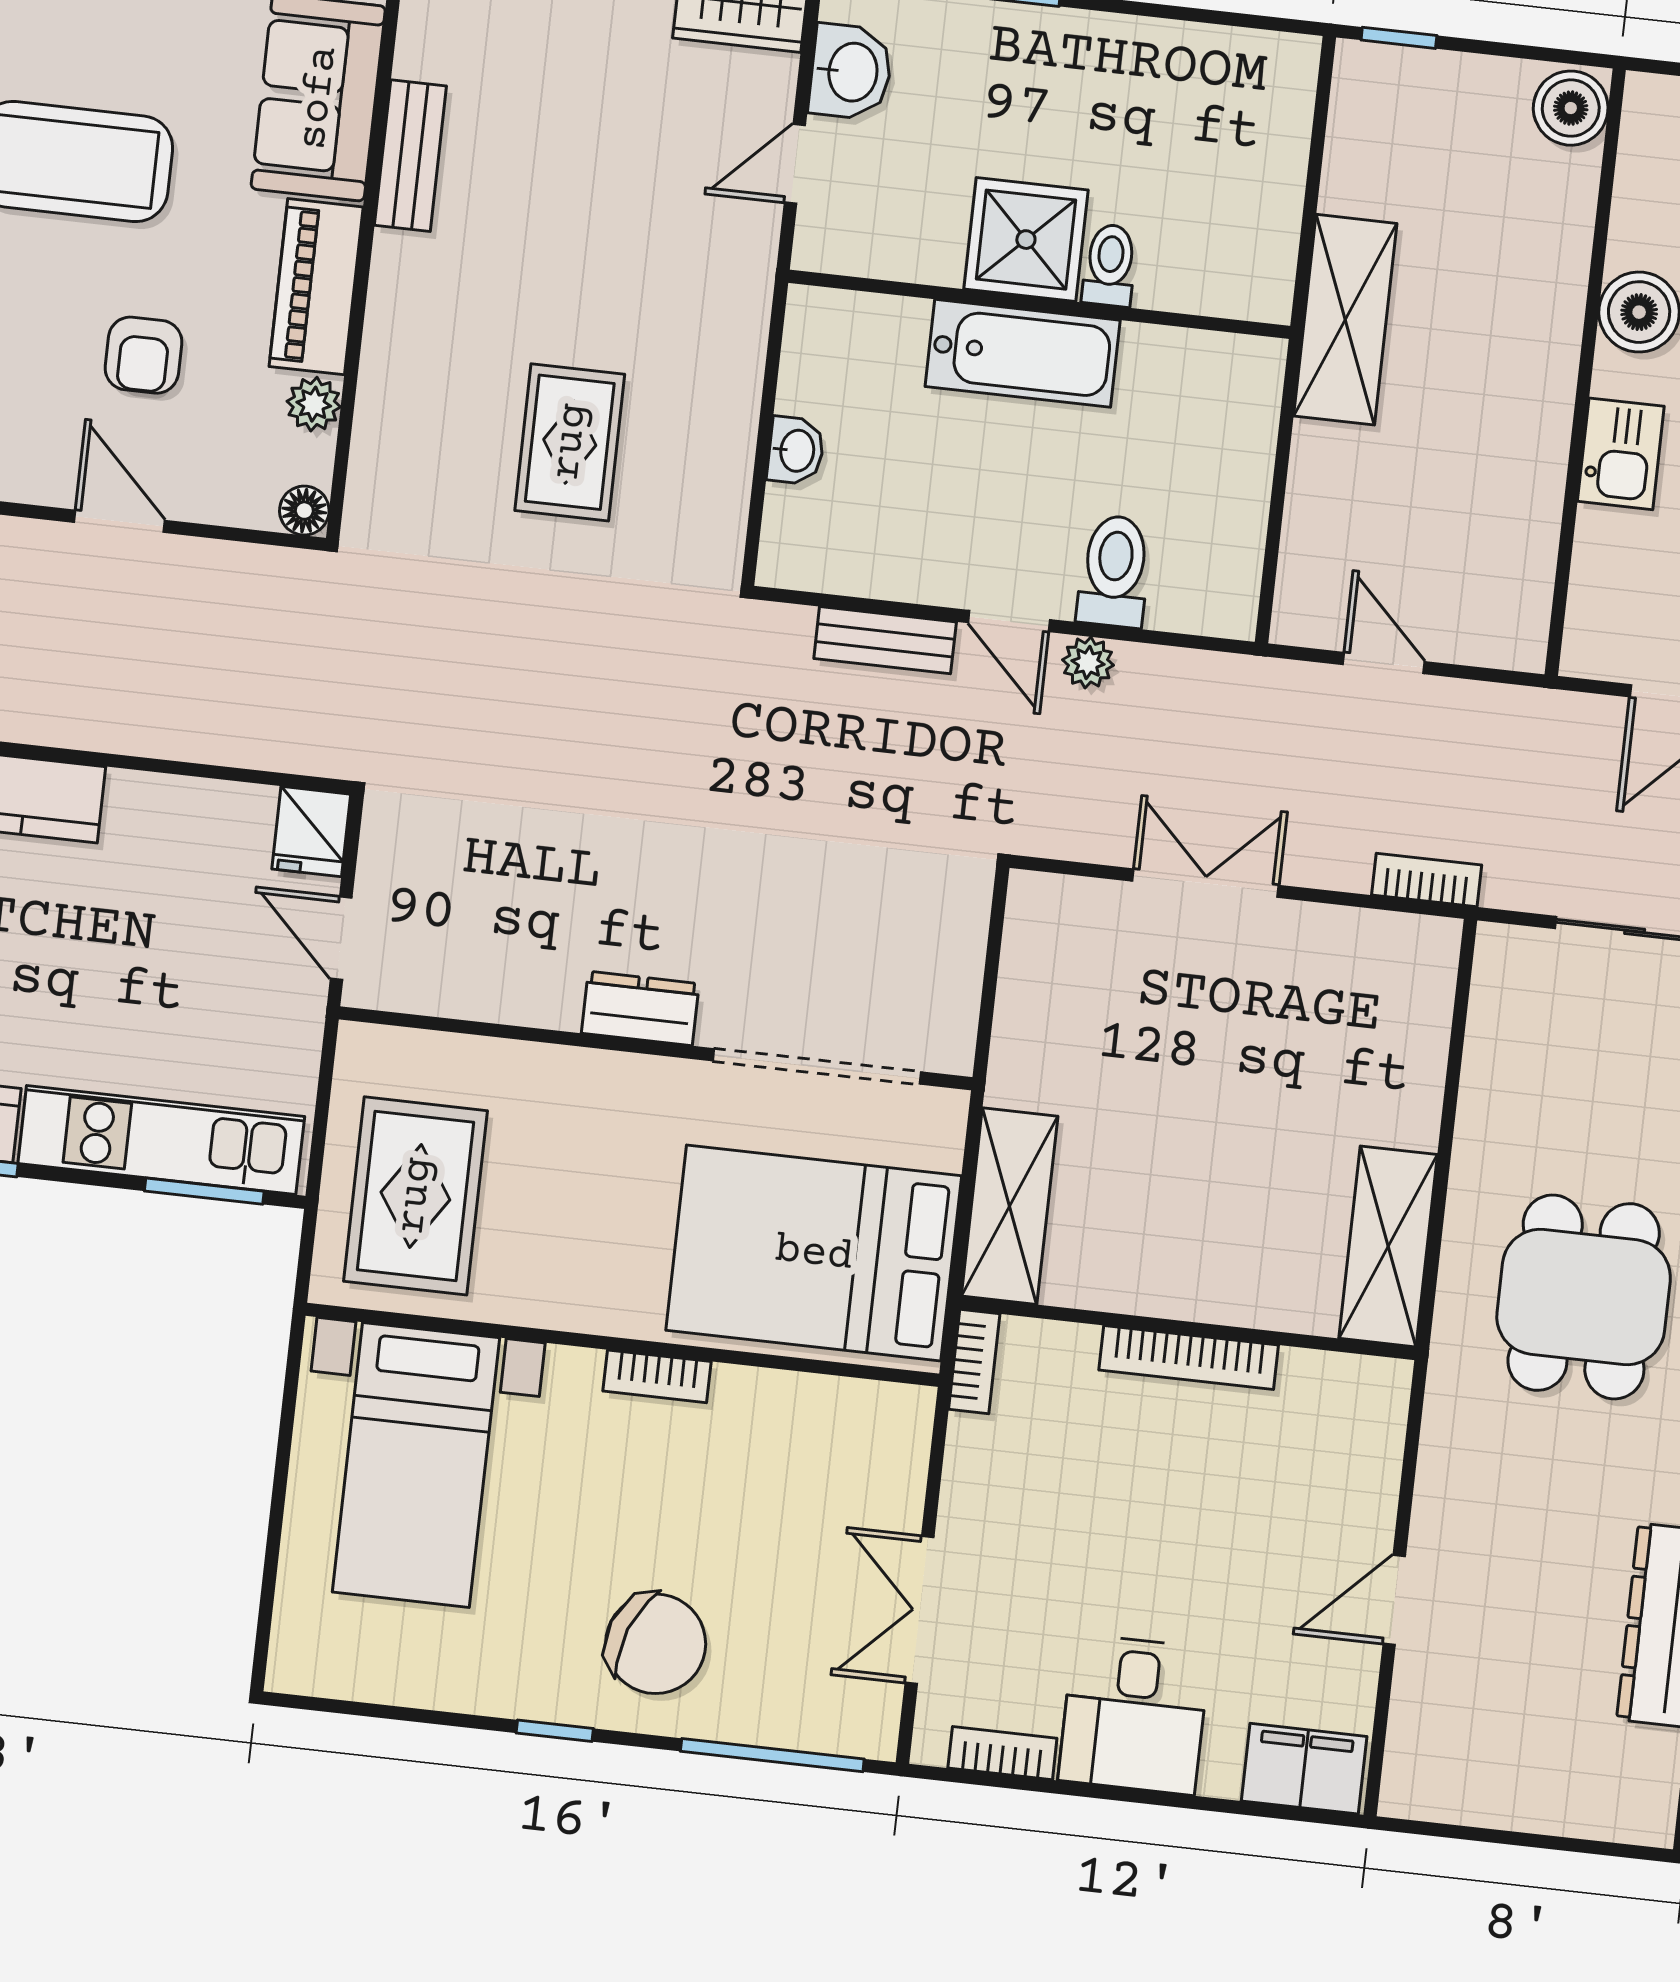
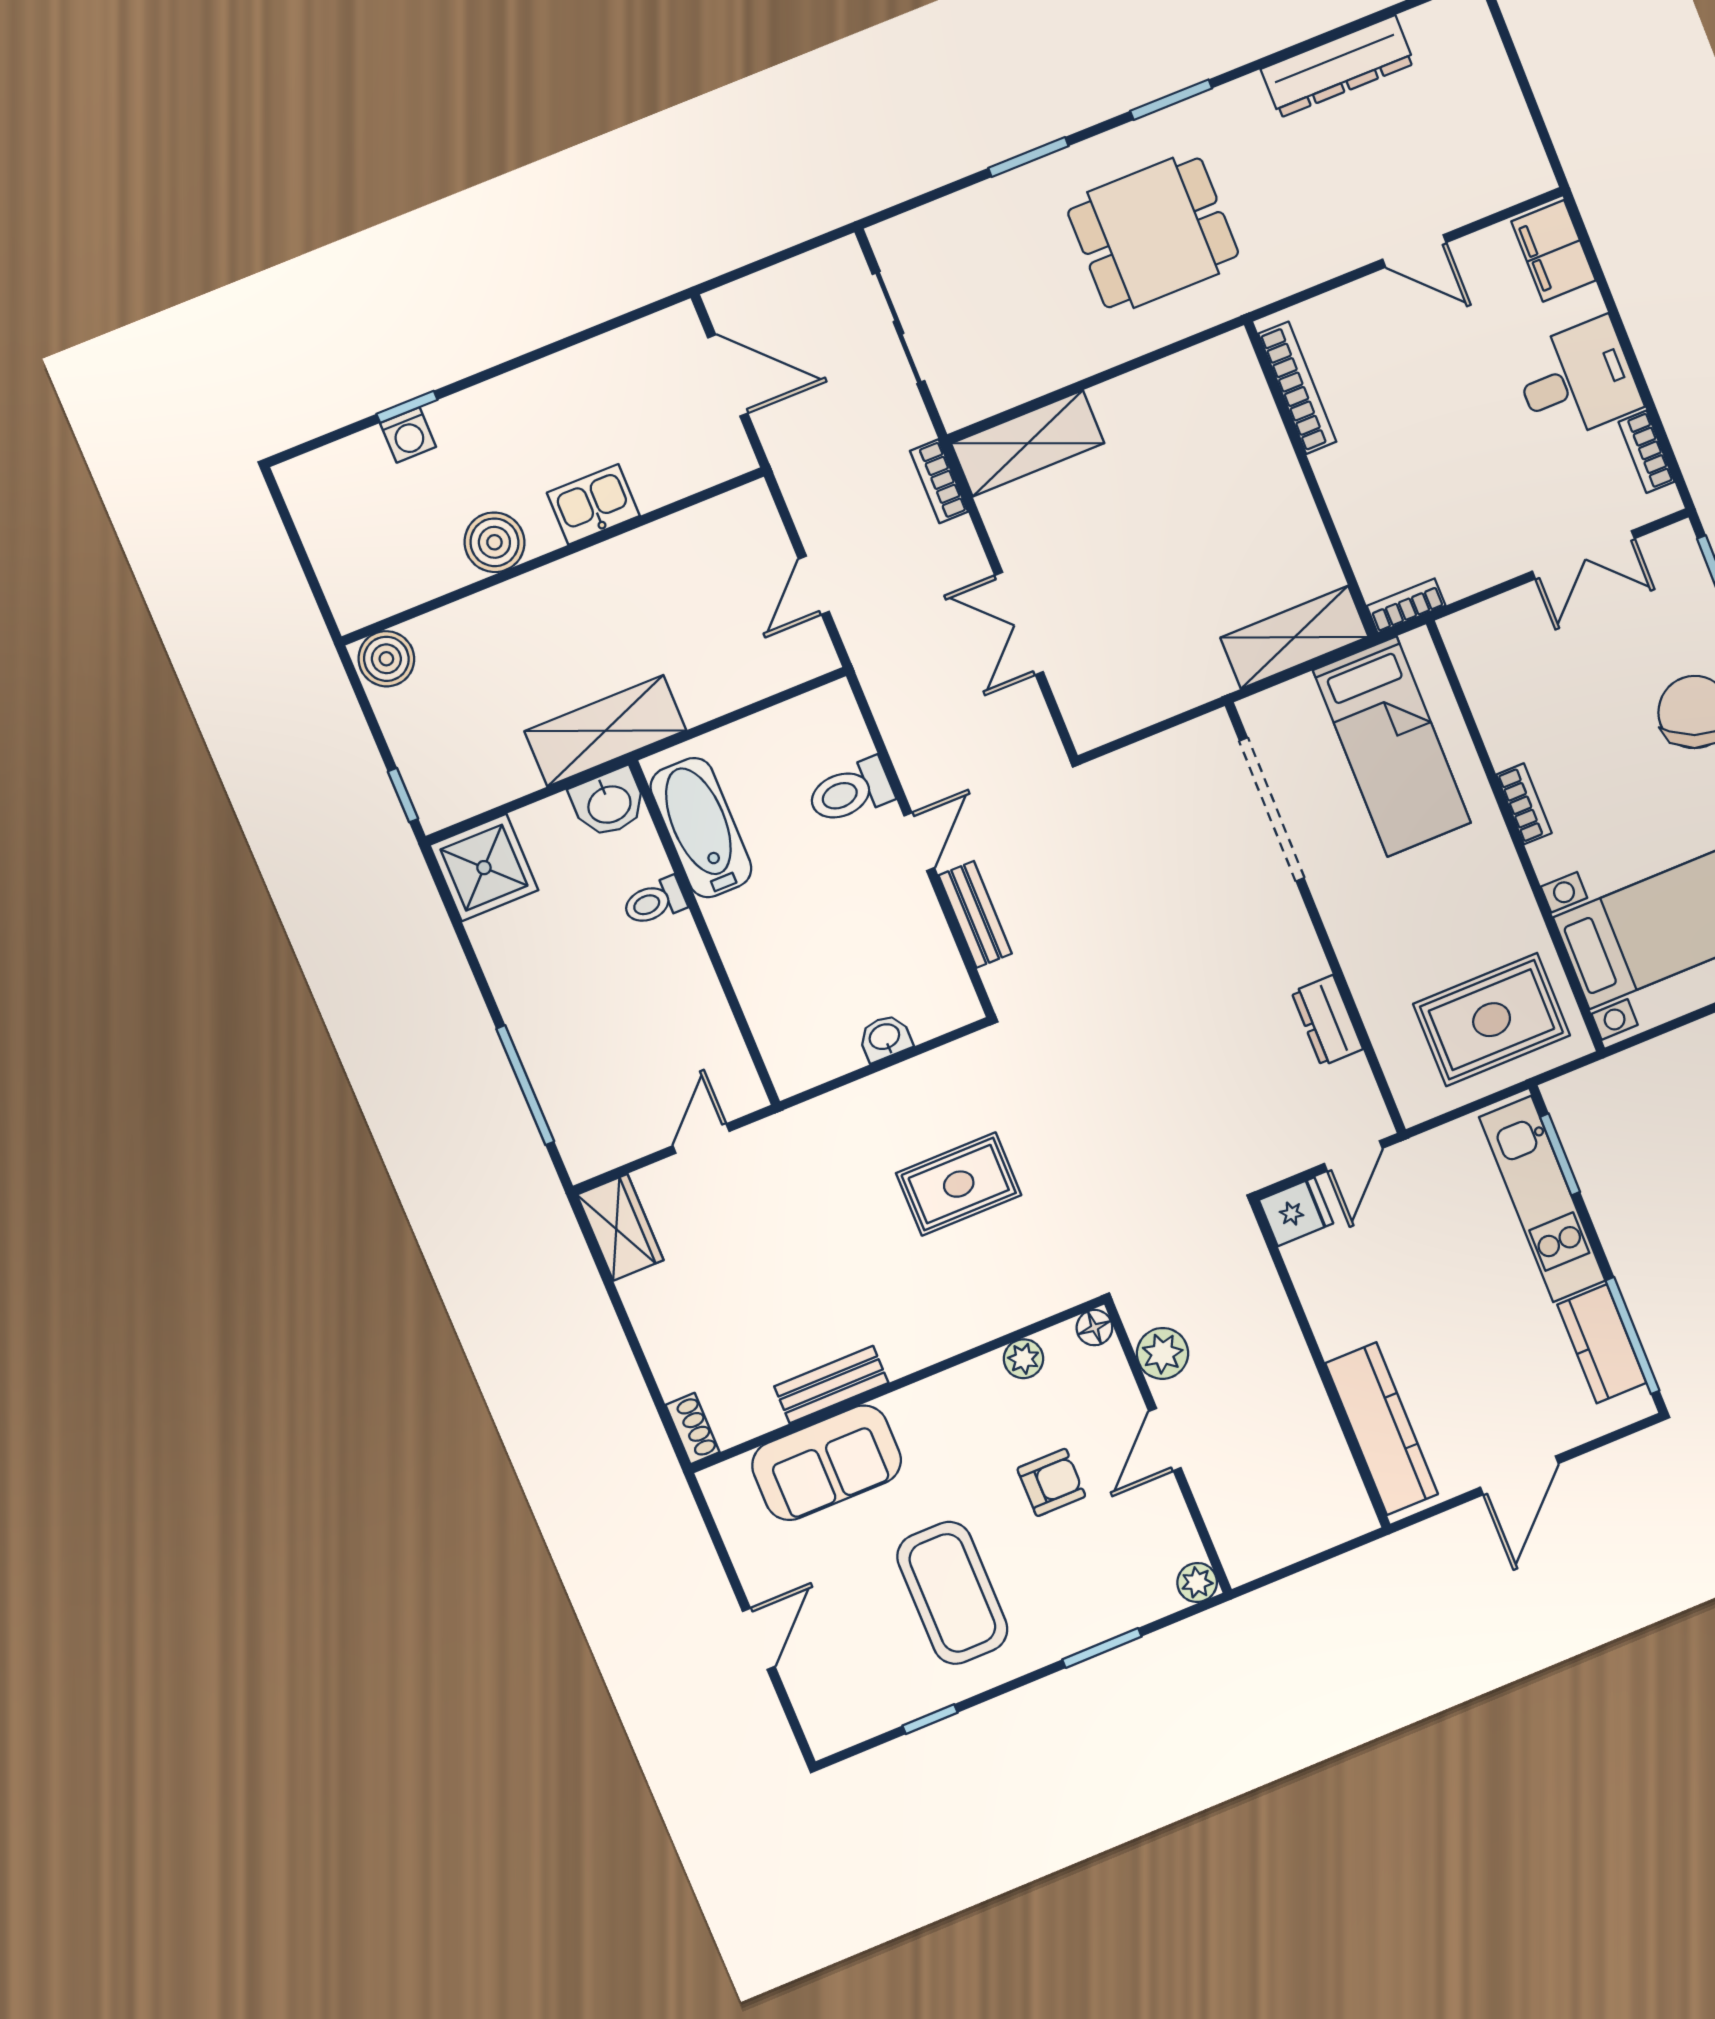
washbasin: (851, 72) -> (609, 803), moved, turned 180
door: (795, 164) -> (701, 1139), swing flipped
shower: (1026, 240) -> (484, 868), moved
piano: (316, 287) -> (948, 1398), removed
bathtub: (1023, 353) -> (701, 828), moved
plant: (1088, 663) -> (1163, 1353), moved, width x1.38, depth x1.38
dresser: (640, 1008) -> (1327, 1021), moved
shelving: (1388, 1246) -> (1028, 443), moved
bed: (814, 1253) -> (1392, 747), width x0.67
bookcase: (1189, 1358) -> (1297, 388), moved

